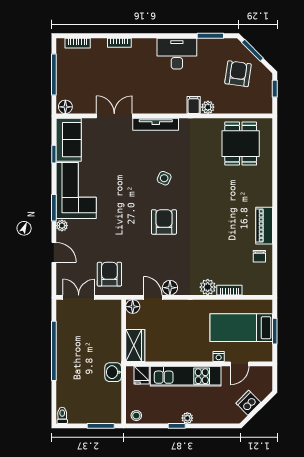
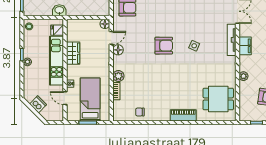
filing cabinet: (194, 105) -> (245, 46), moved, width x2.00
piano: (264, 226) -> (183, 115), moved
wardrobe: (135, 345) -> (73, 53), moved, turned -90

